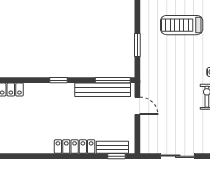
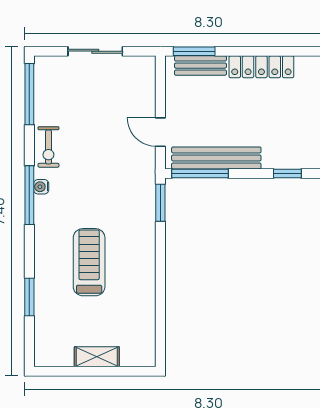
treadmill: (182, 25) -> (89, 262), turned -90
window: (137, 45) -> (160, 203), moved
window: (116, 156) -> (194, 51), width x1.50

